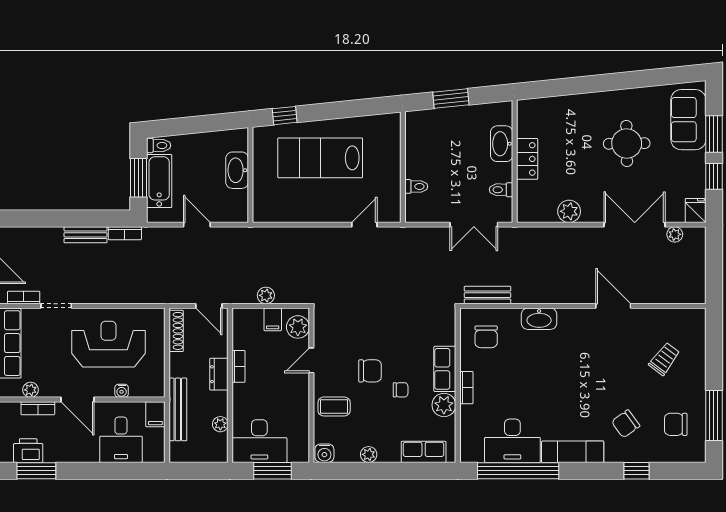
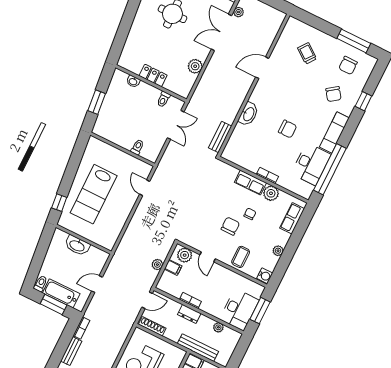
washbasin: (502, 144) -> (133, 81), width x0.52, depth x0.69
chair: (486, 337) -> (288, 129), moved

